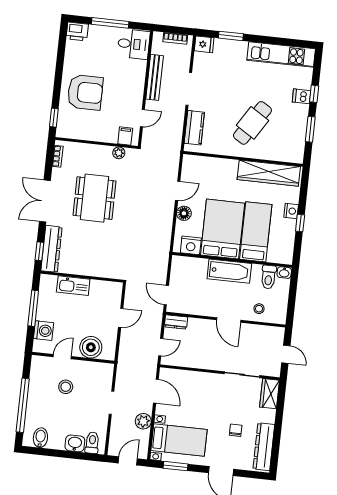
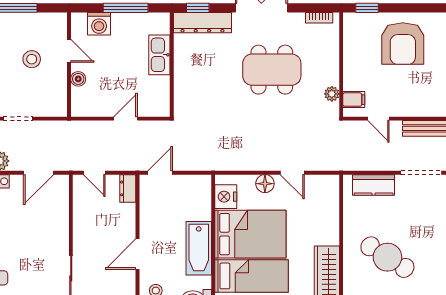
door: (121, 318) -> (125, 119), swing flipped
boiler: (91, 347) -> (78, 79), width x0.54, depth x0.54

